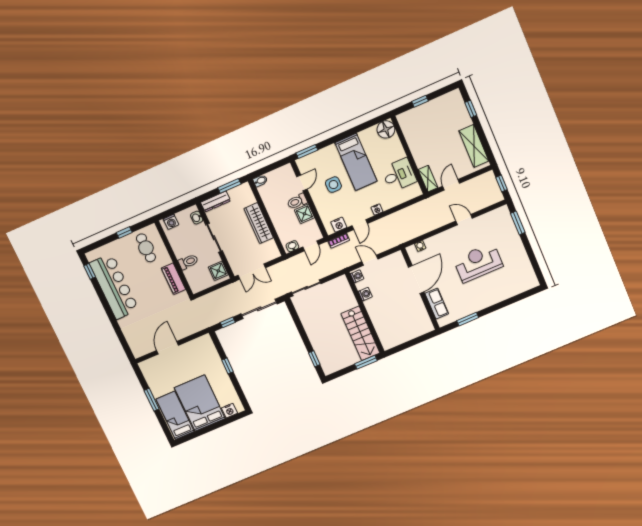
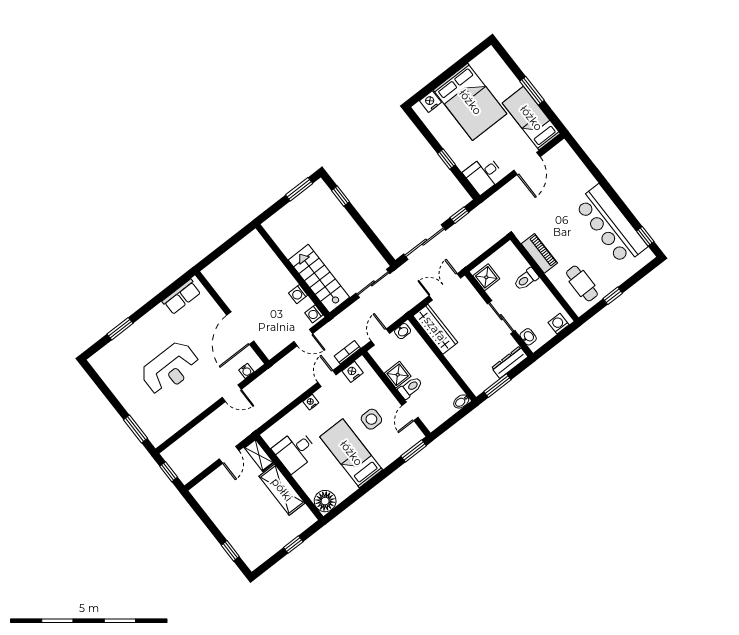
shelving: (474, 146) -> (282, 490), moved
door: (464, 220) -> (232, 393), moved
wardrobe: (259, 223) -> (435, 329), moved
row of seats: (437, 304) -> (182, 297), moved, turned -90
window: (468, 319) -> (120, 329), moved
stairs: (360, 333) -> (319, 279), moved
desk: (202, 348) -> (484, 174), added
window: (366, 362) -> (299, 189), moved
bed: (175, 415) -> (531, 118), moved, turned 180

